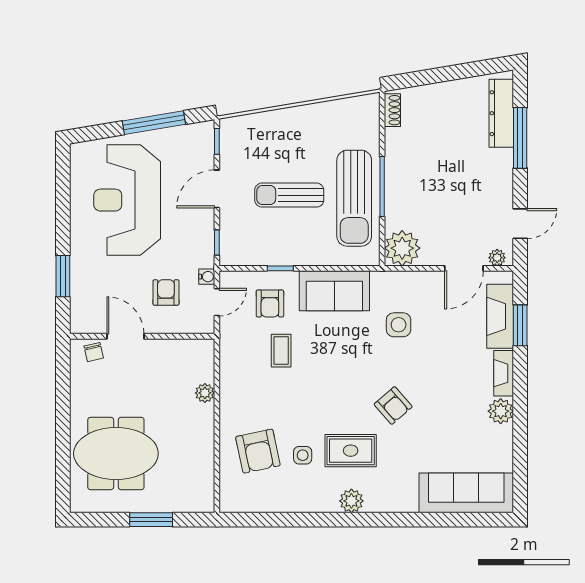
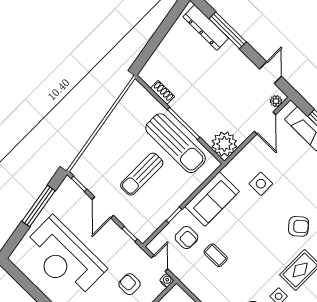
shoe rack: (392, 110) -> (162, 92), moved
water cooler: (207, 277) -> (167, 280), moved

